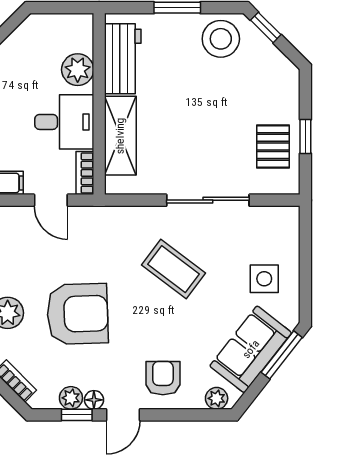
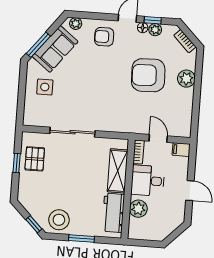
coffee table: (173, 269) -> (94, 96), removed
armchair: (163, 378) -> (104, 37), turned 90

